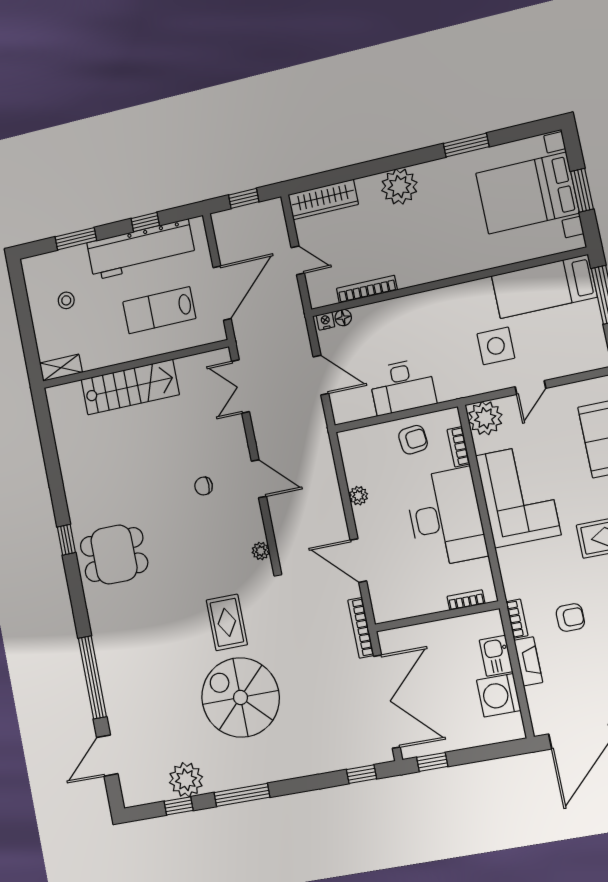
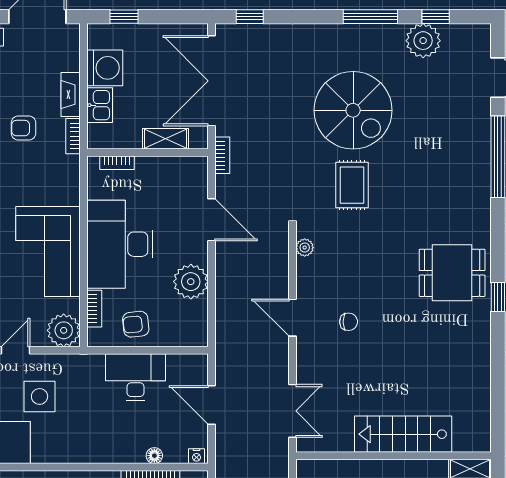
floor lamp: (343, 318) -> (154, 456), moved
plant: (358, 496) -> (191, 282), width x1.88, depth x1.88
bookcase: (361, 628) -> (222, 155), width x0.64
shelving: (421, 634) -> (165, 139), added
window: (432, 762) -> (124, 17), moved

